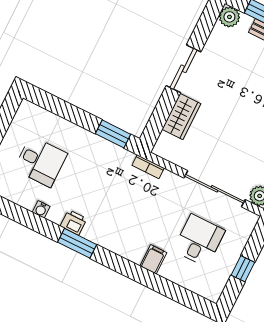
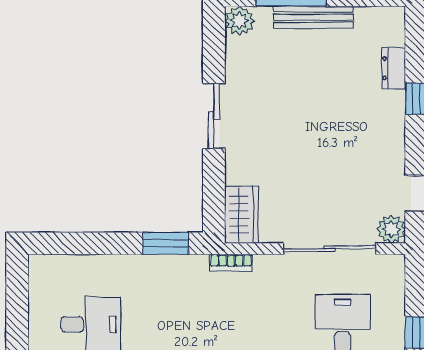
wardrobe: (181, 117) -> (241, 215), moved

